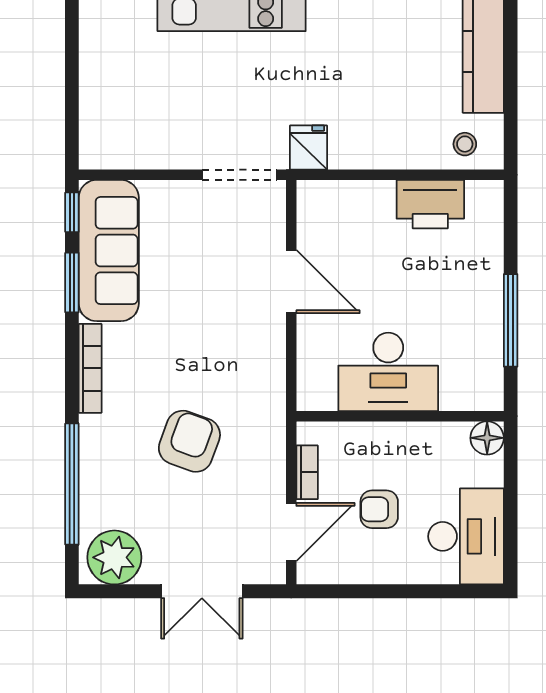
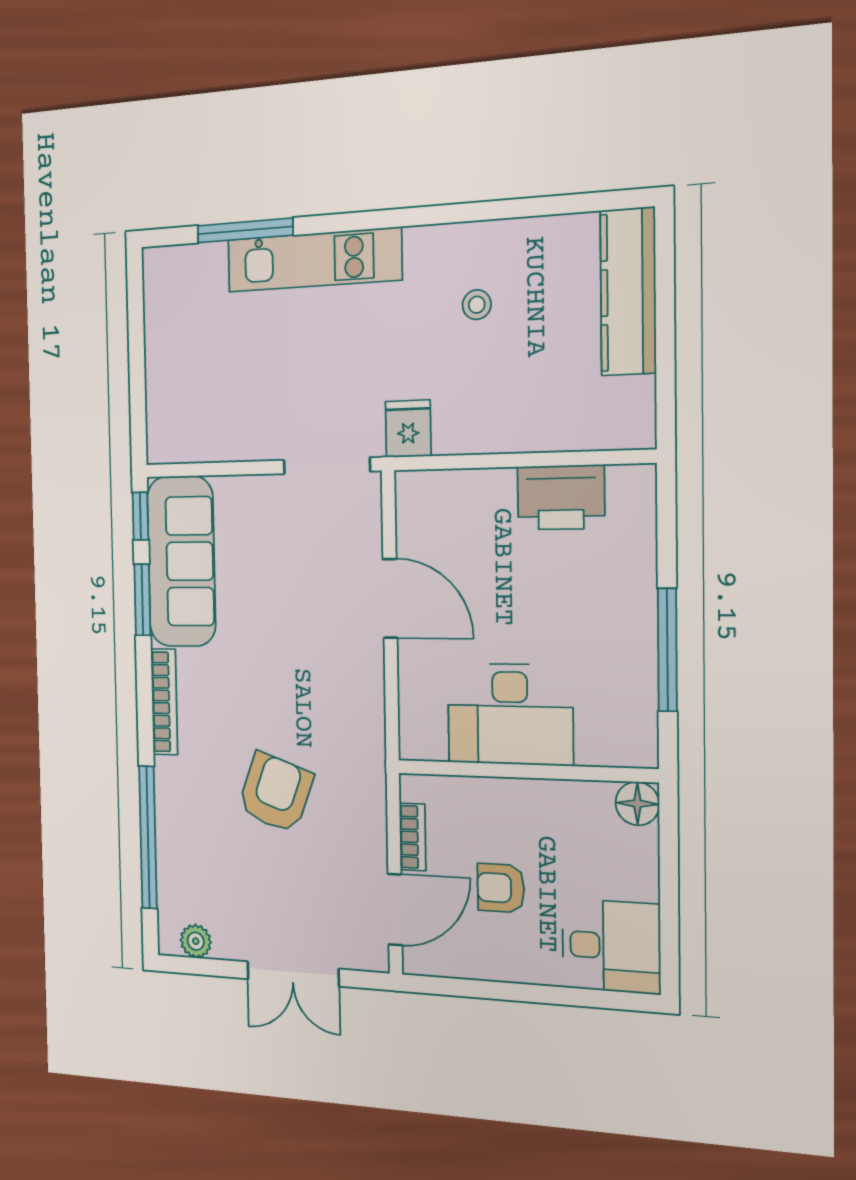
stool: (465, 144) -> (477, 305), moved
desk: (466, 536) -> (611, 946), width x0.73
plant: (114, 557) -> (196, 941), width x0.53, depth x0.53

